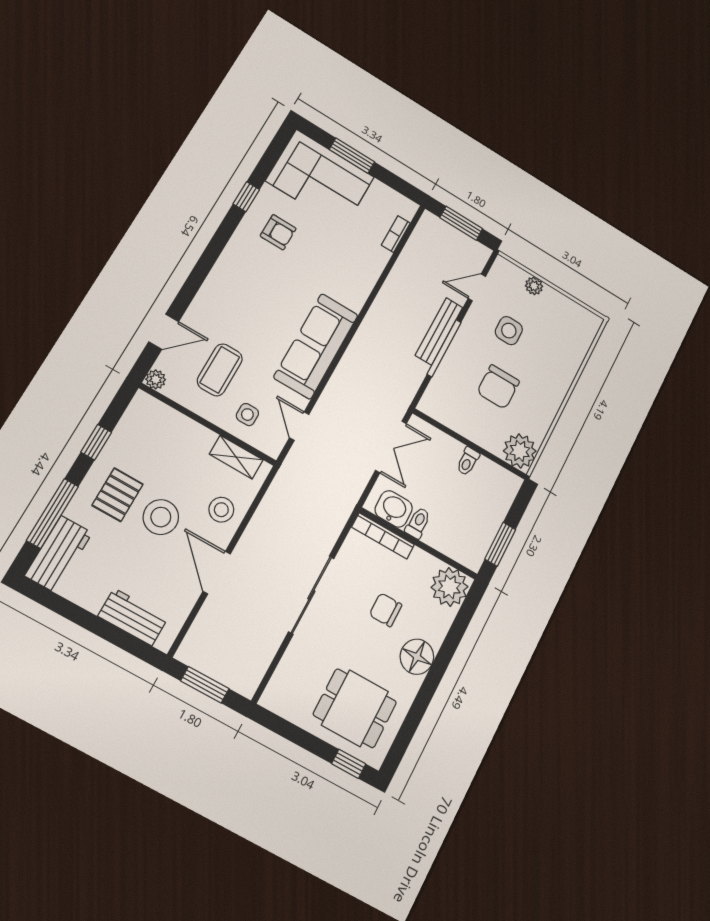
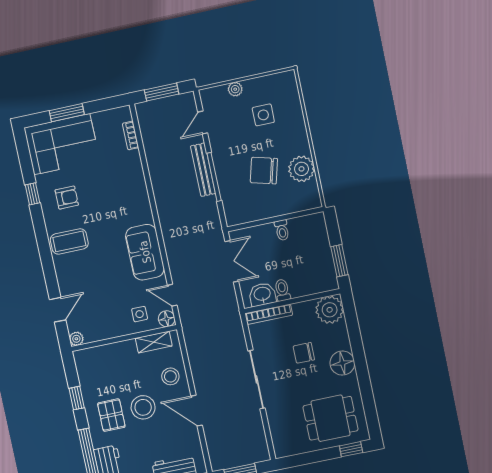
side table: (509, 331) -> (263, 115), moved
sofa: (316, 346) -> (145, 252), width x0.73
coffee table: (220, 370) -> (69, 241), moved, turned 90
chair: (498, 387) -> (264, 171), turned 105
floor lamp: (272, 445) -> (167, 319), added
plant: (520, 451) -> (302, 169), moved

